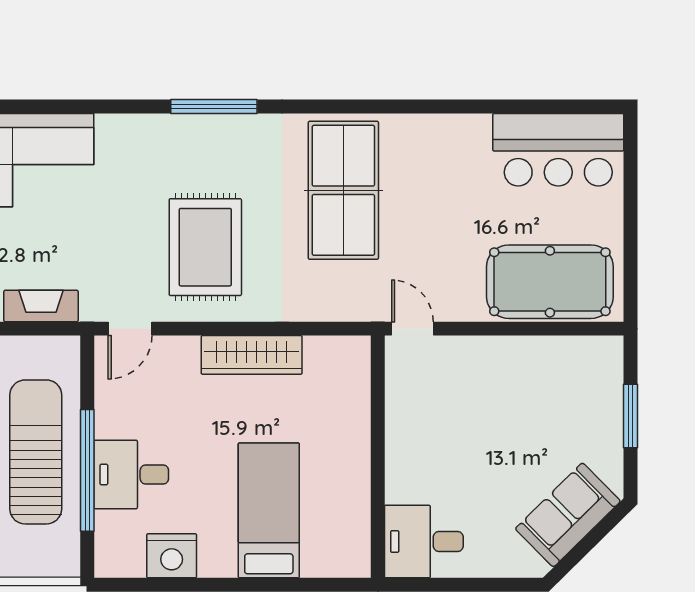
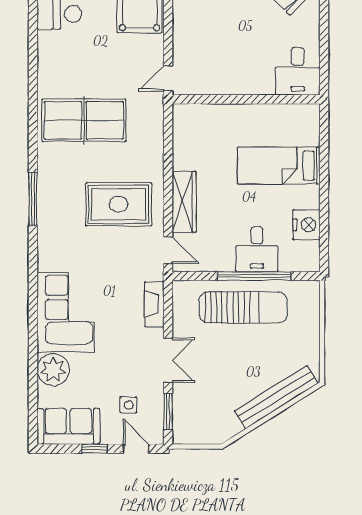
wardrobe: (252, 355) -> (184, 202), moved
sun lounger: (36, 452) -> (243, 307), turned 180

